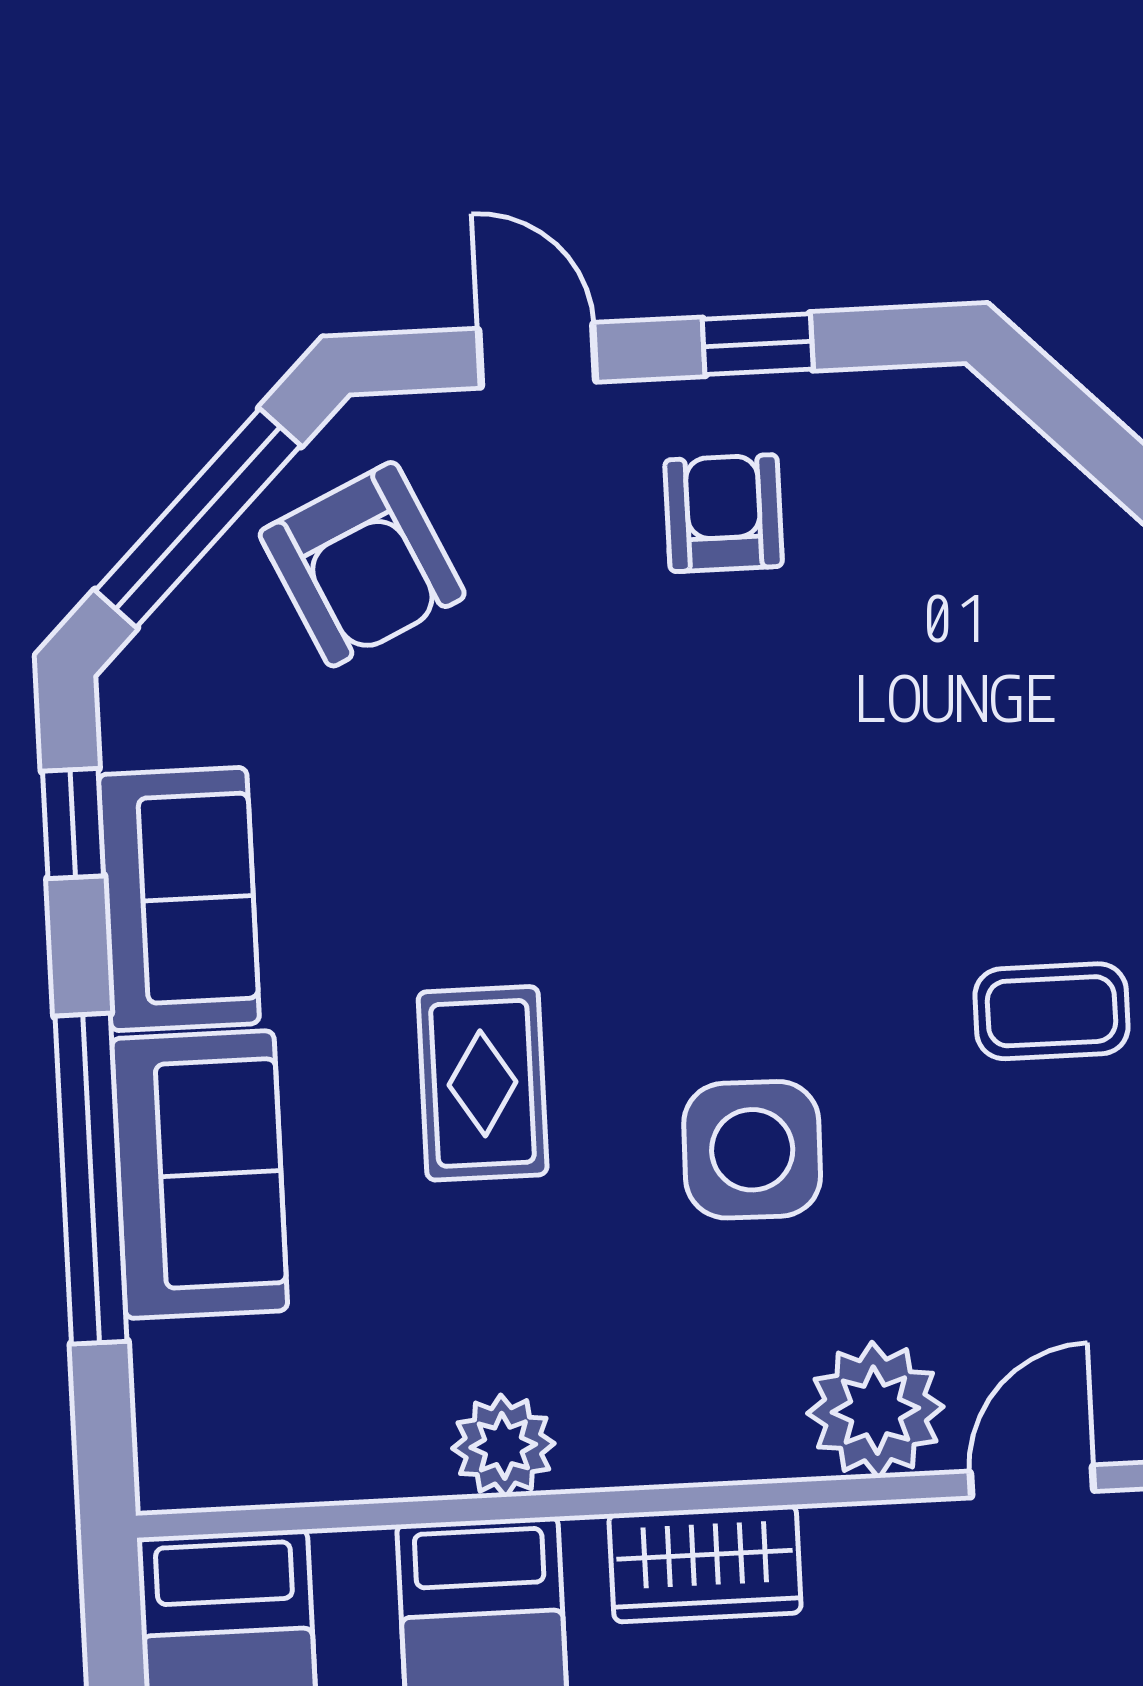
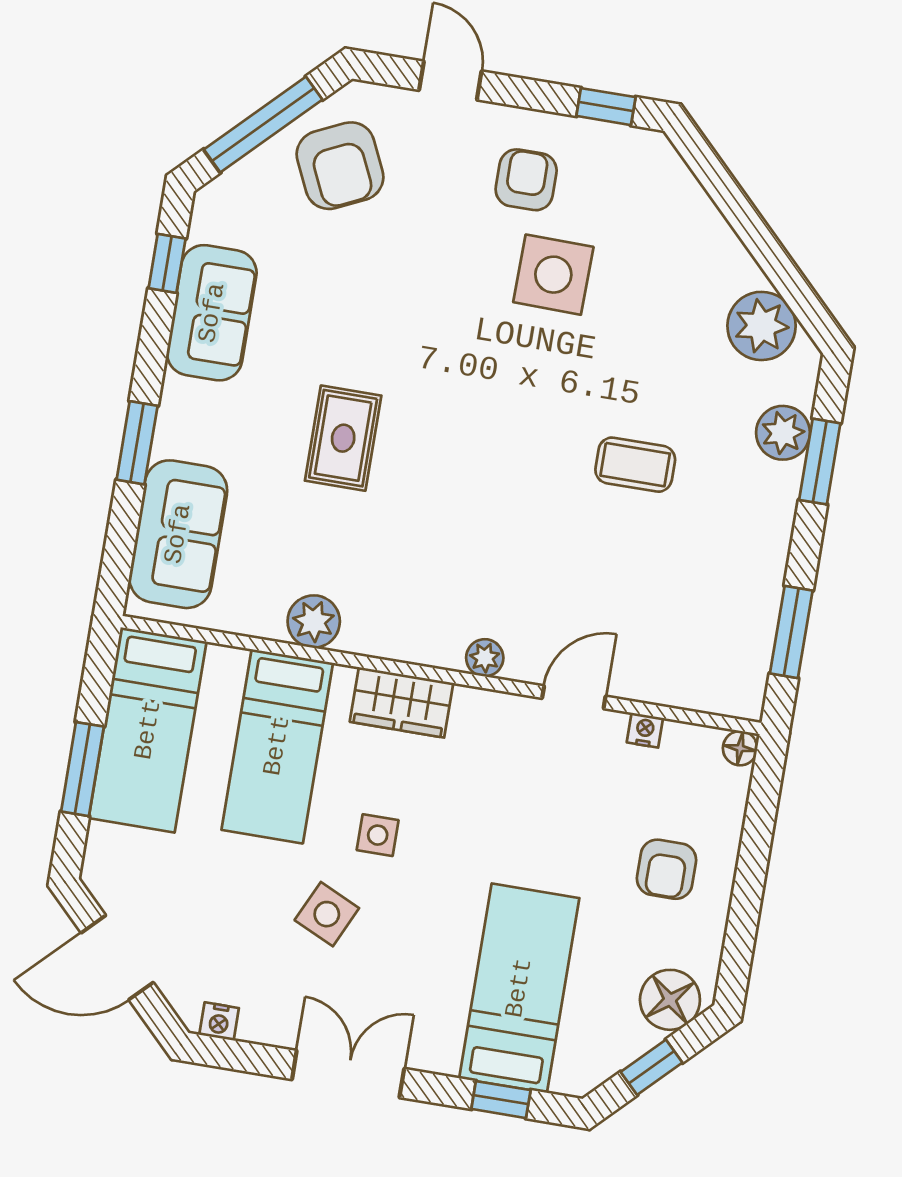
window: (758, 344) -> (606, 107), moved
side table: (752, 1150) -> (553, 275), moved
sofa: (200, 1175) -> (178, 534), moved
window: (91, 1179) -> (137, 443), width x0.47
plant: (875, 1410) -> (485, 658), width x0.53, depth x0.53

